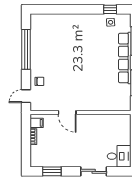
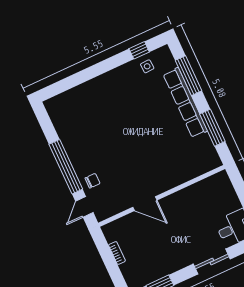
window: (26, 49) -> (66, 167), moved
filing cabinet: (37, 123) -> (113, 234), removed

